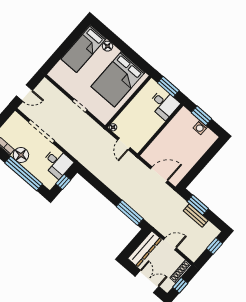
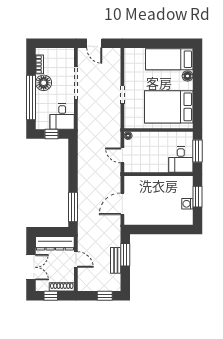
door: (124, 144) -> (122, 155), hinge flipped
door: (159, 175) -> (122, 204), swing flipped

